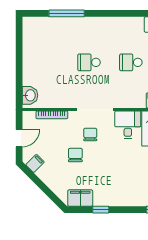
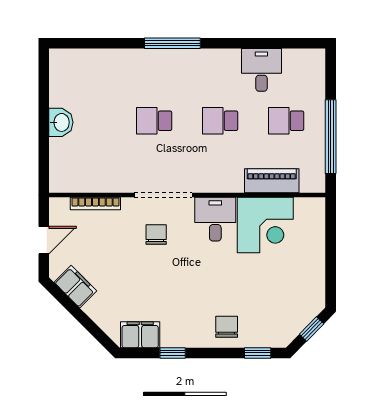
window: (67, 13) -> (172, 43), moved
washbasin: (30, 95) -> (61, 122), moved
chair: (75, 155) -> (227, 327), moved
filing cabinet: (35, 163) -> (75, 287), width x2.00

